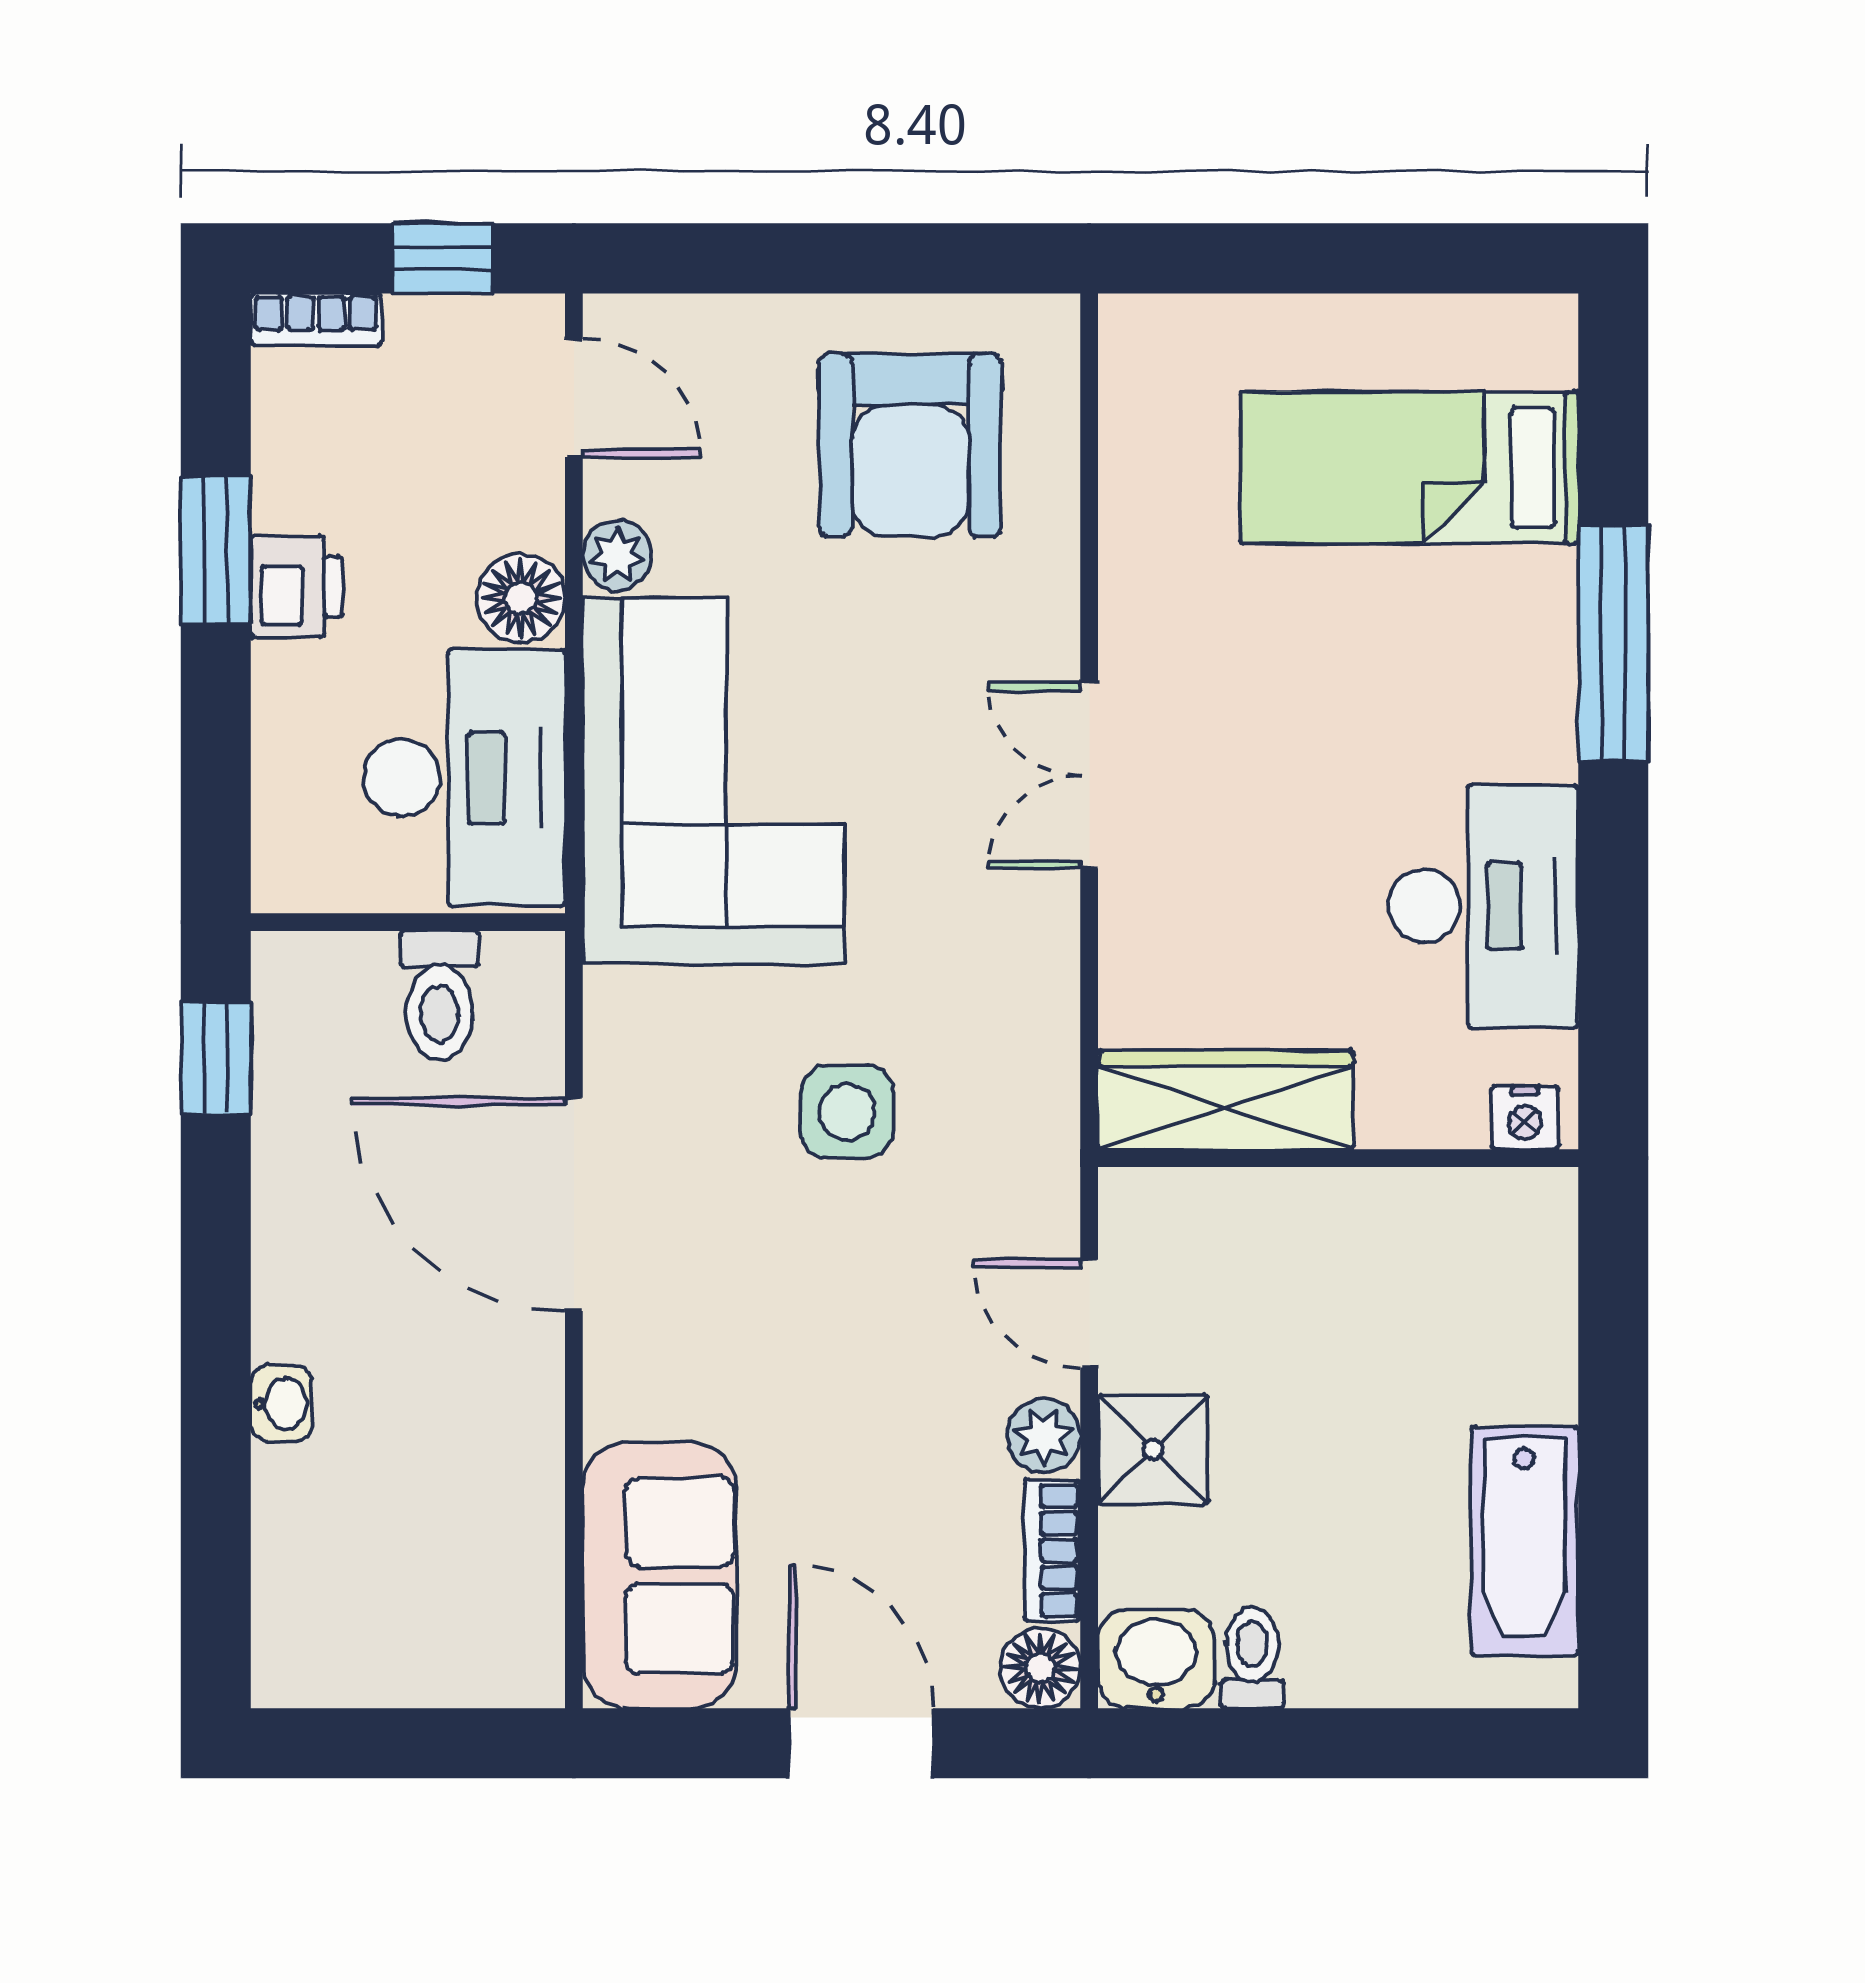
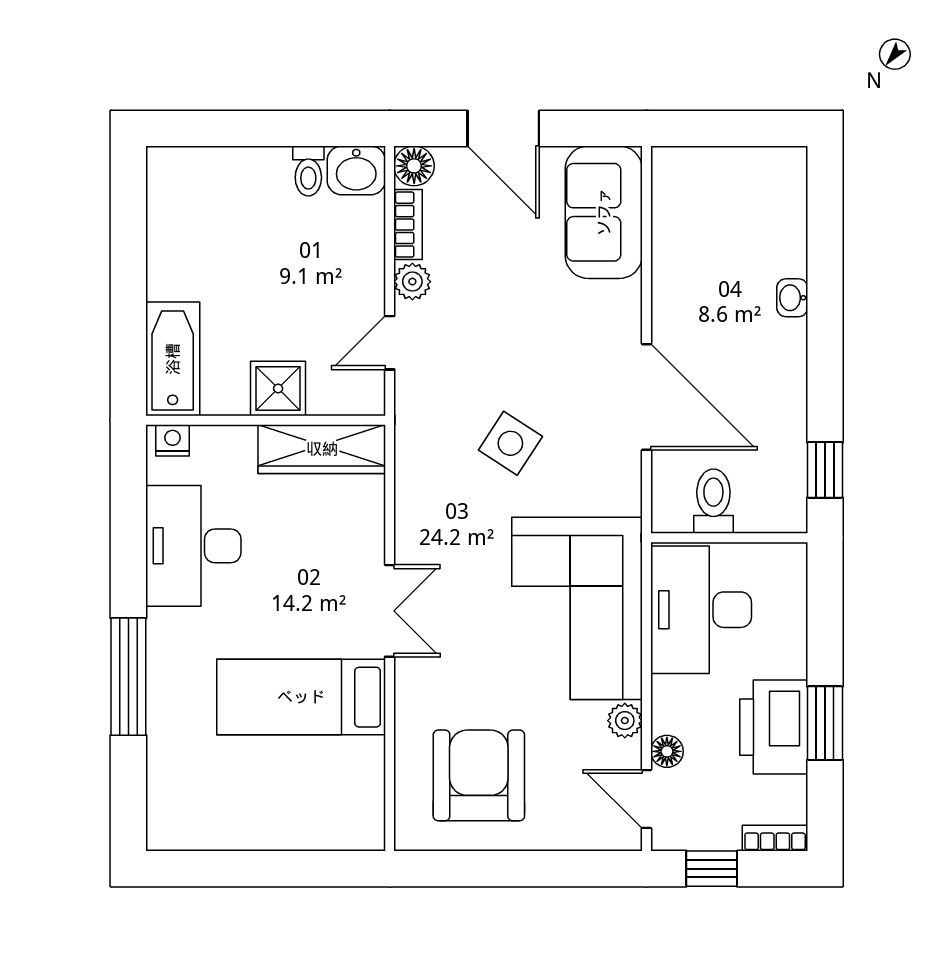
bed: (1410, 468) -> (301, 697), moved, turned 180
printer: (297, 586) -> (774, 727), width x1.87, depth x1.48
floor lamp: (521, 598) -> (667, 751), moved, width x0.73, depth x0.73
side table: (847, 1112) -> (510, 443), turned 33
door: (1089, 1314) -> (390, 343), swing flipped
shower: (1153, 1449) -> (278, 388), moved
bathtub: (1524, 1541) -> (173, 359), moved

